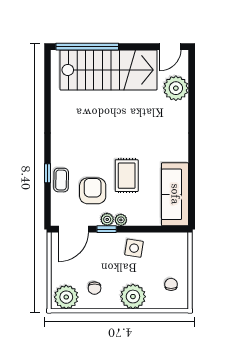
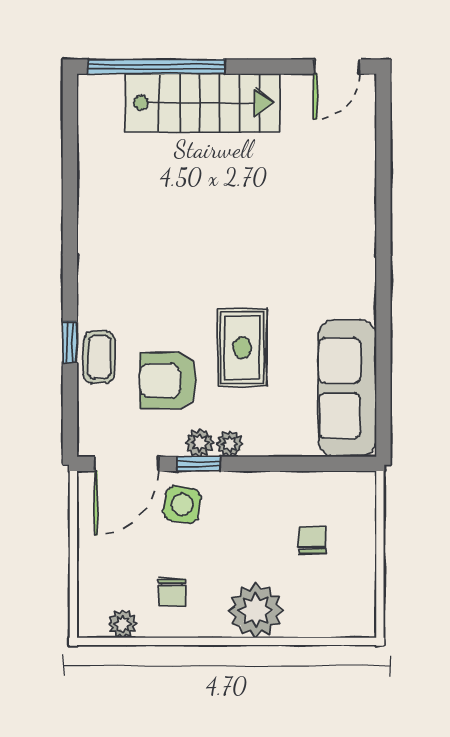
stairs: (108, 70) -> (203, 103), width x0.73, depth x0.66
plant: (176, 88) -> (349, 157), removed
armchair: (93, 191) -> (168, 381), turned -90
side table: (134, 248) -> (182, 505), moved
chair: (171, 284) -> (312, 540), moved
plant: (66, 297) -> (123, 624), width x0.53, depth x0.53

